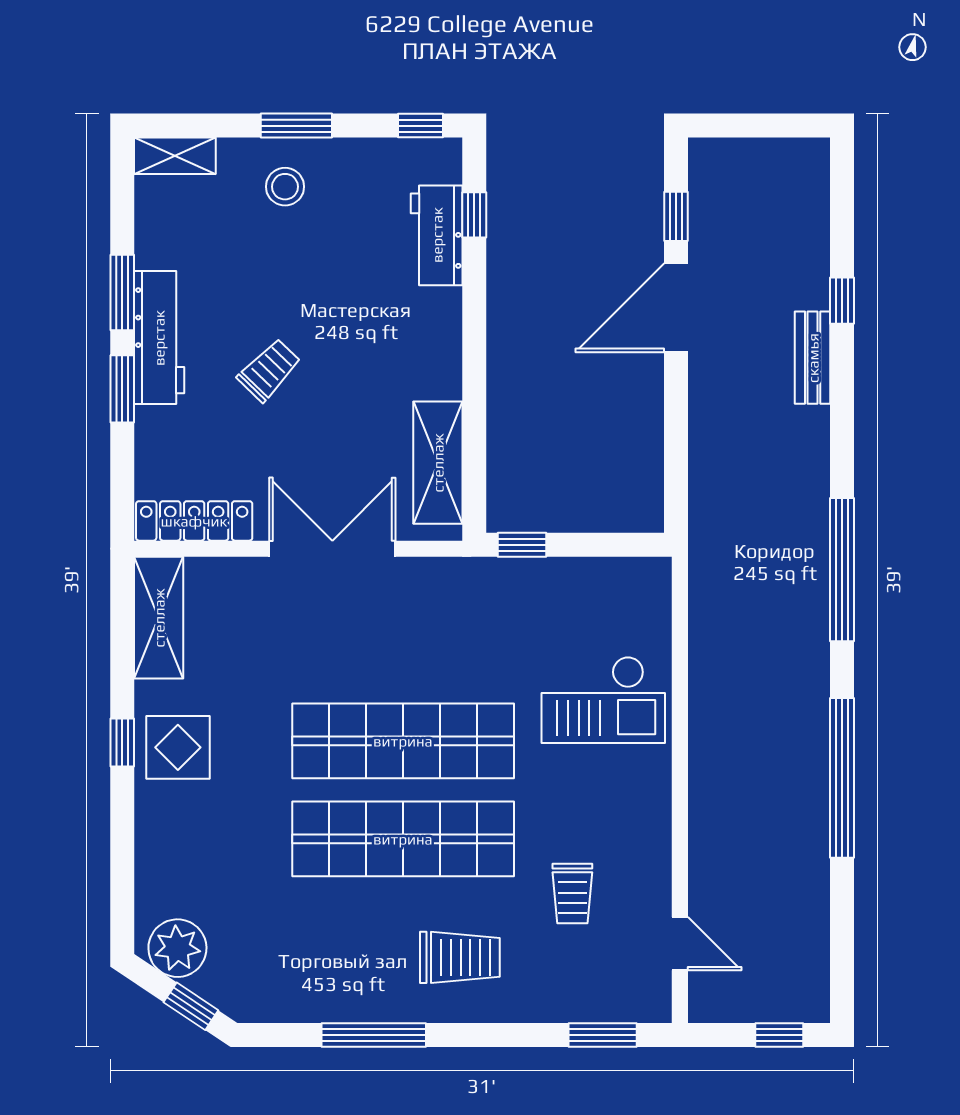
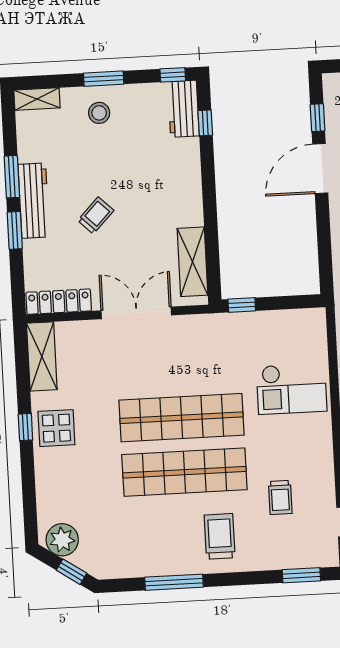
workbench: (437, 235) -> (183, 109), moved
trolley: (460, 957) -> (220, 536), turned -90

